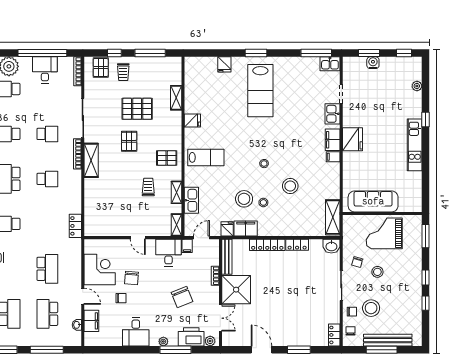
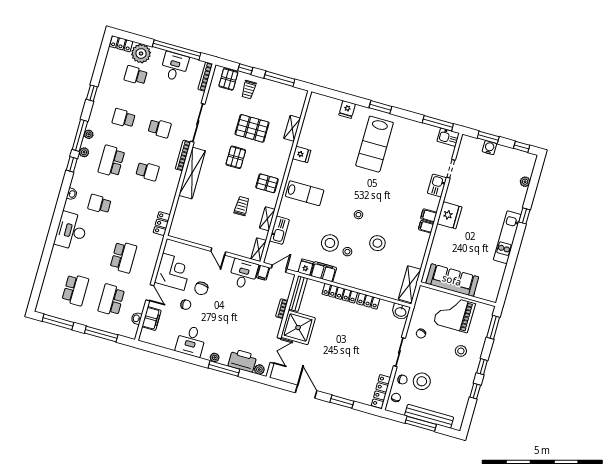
filing cabinet: (333, 140) -> (429, 216), width x0.50
shelving: (91, 160) -> (192, 173), width x1.47
stool: (377, 272) -> (461, 351), moved
chair: (182, 297) -> (244, 320), removed
locker: (334, 335) -> (381, 391), width x1.53

